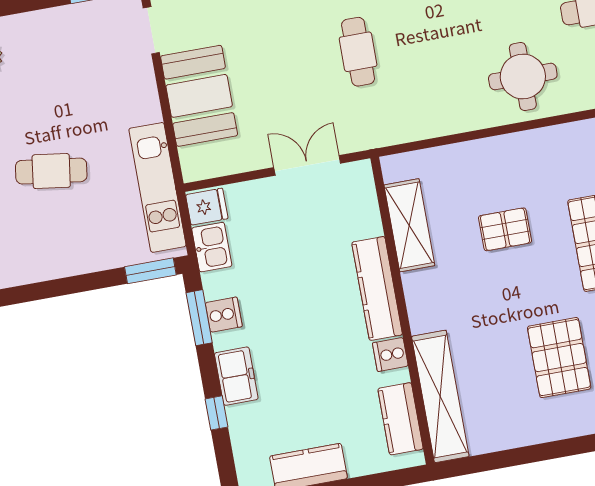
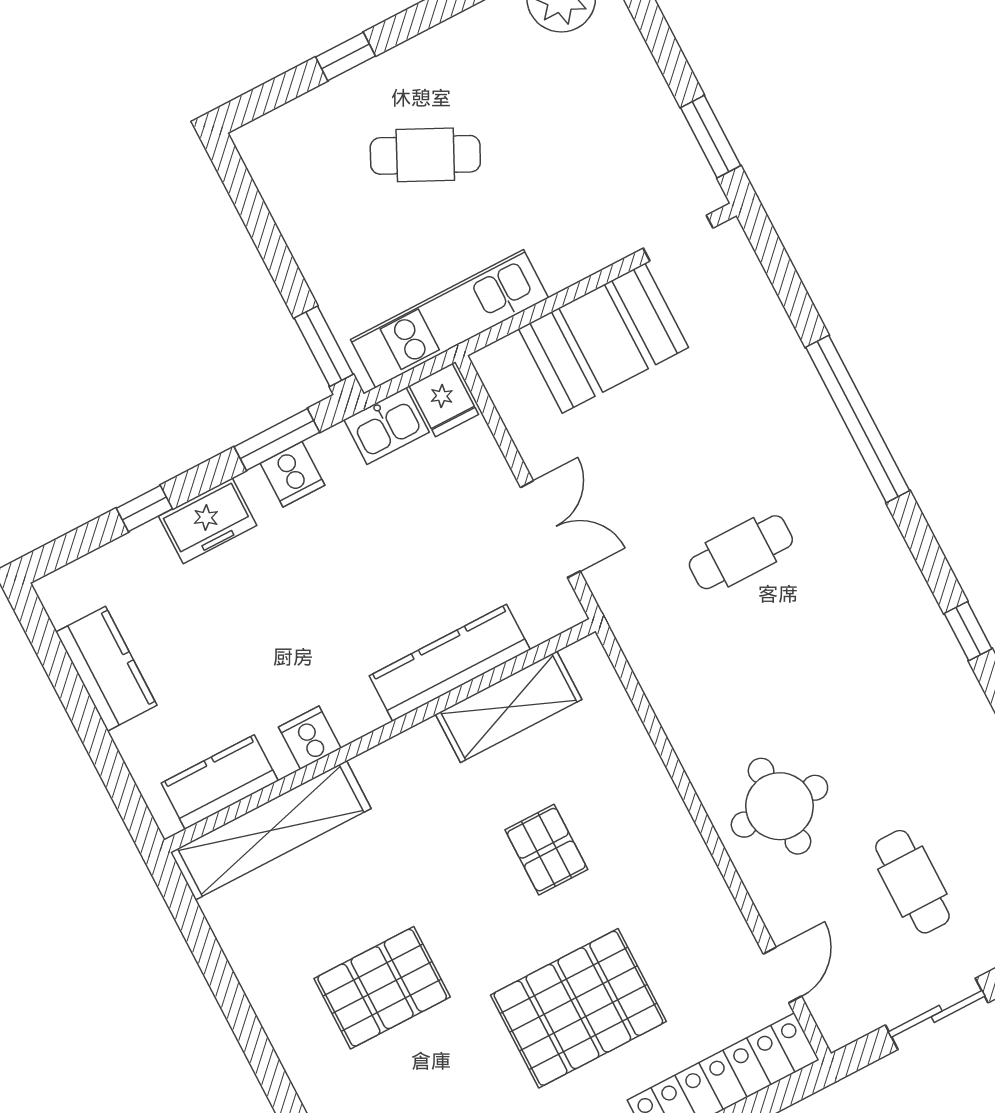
cafe table: (51, 171) -> (425, 155), turned -72
kitchen counter: (377, 288) -> (450, 663), moved

